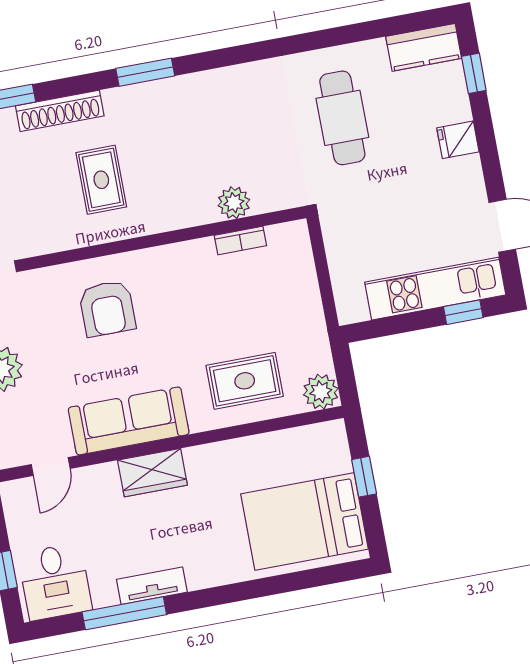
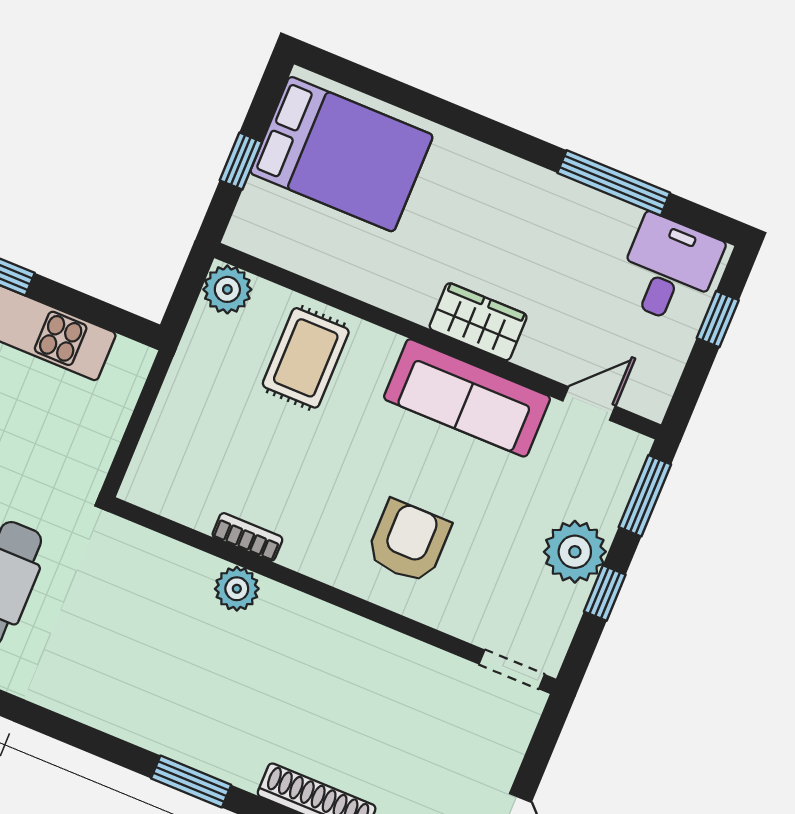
rug: (101, 180) -> (320, 692), removed
plant: (234, 203) -> (237, 589), moved
bookcase: (240, 240) -> (247, 537), moved
rug: (245, 381) -> (306, 358), turned 90
tv unit: (152, 586) -> (562, 194), removed

